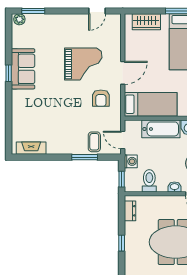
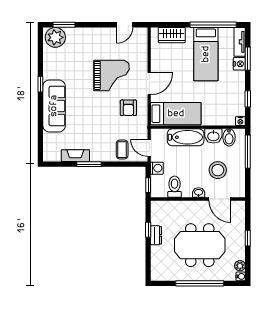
plant: (19, 19) -> (55, 37), width x1.88, depth x1.88
sofa: (23, 69) -> (54, 106), moved, width x1.36
fireplace: (31, 148) -> (75, 156), moved
window: (85, 157) -> (89, 164), moved
dresser: (130, 211) -> (156, 235), moved
window: (122, 243) -> (148, 230), moved

